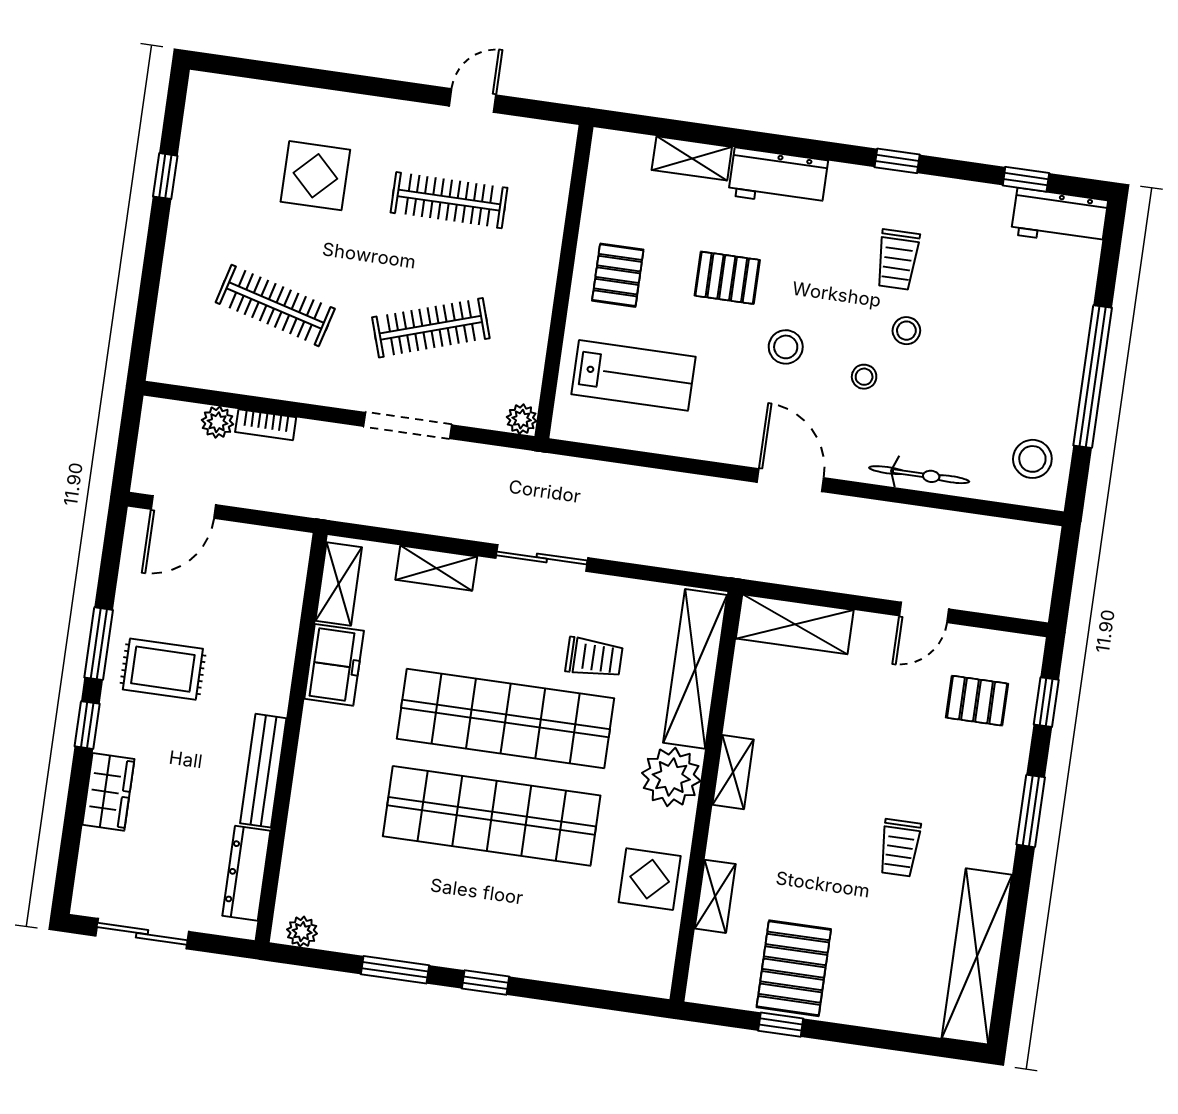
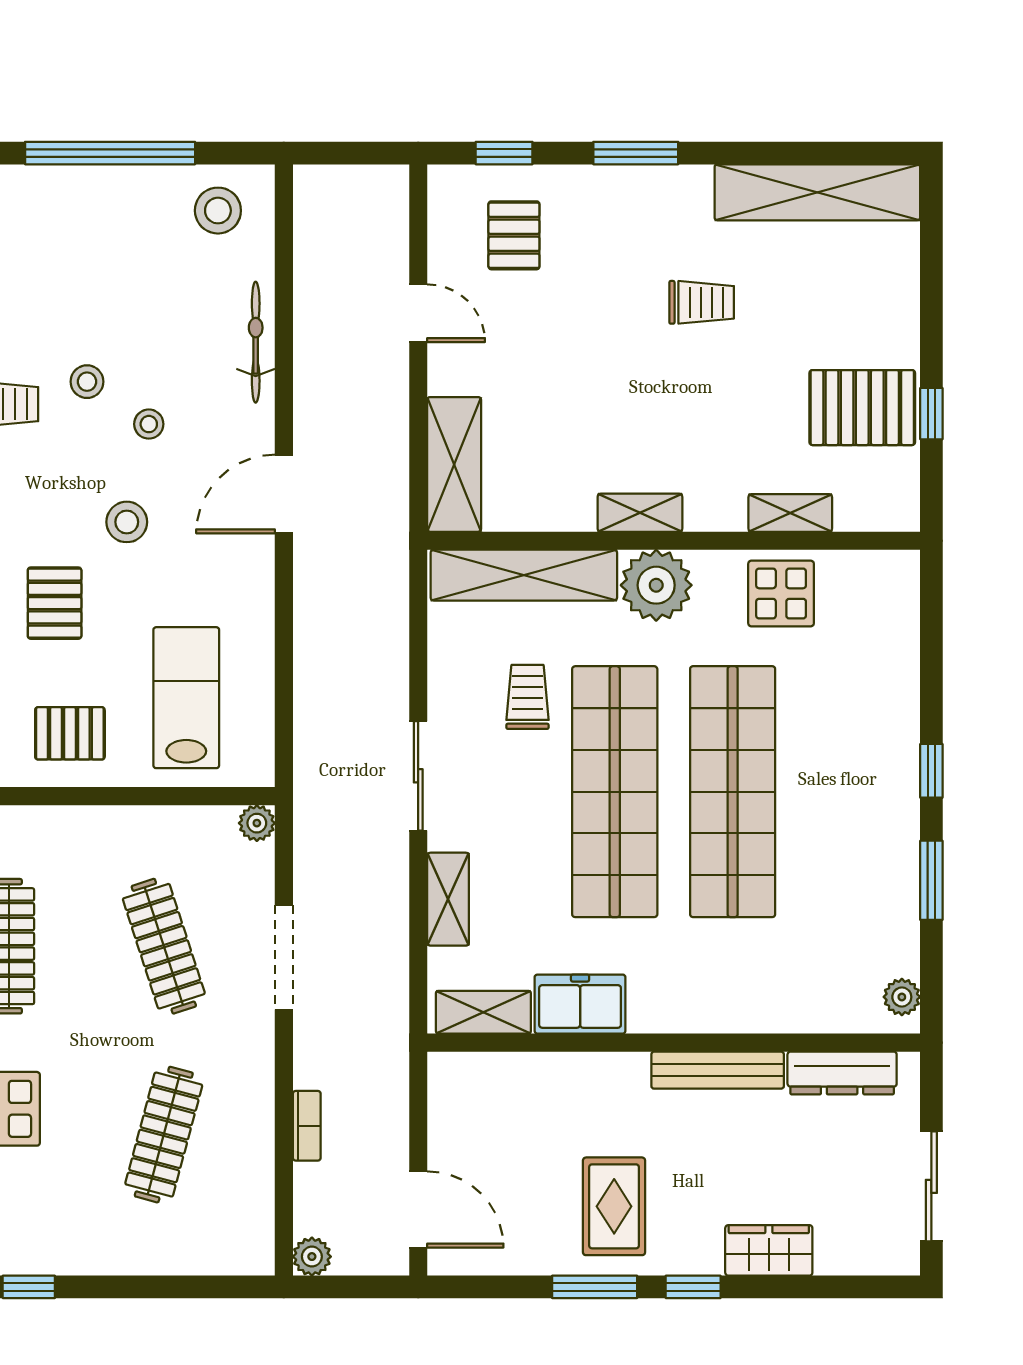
plant: (218, 422) -> (312, 1257), moved

